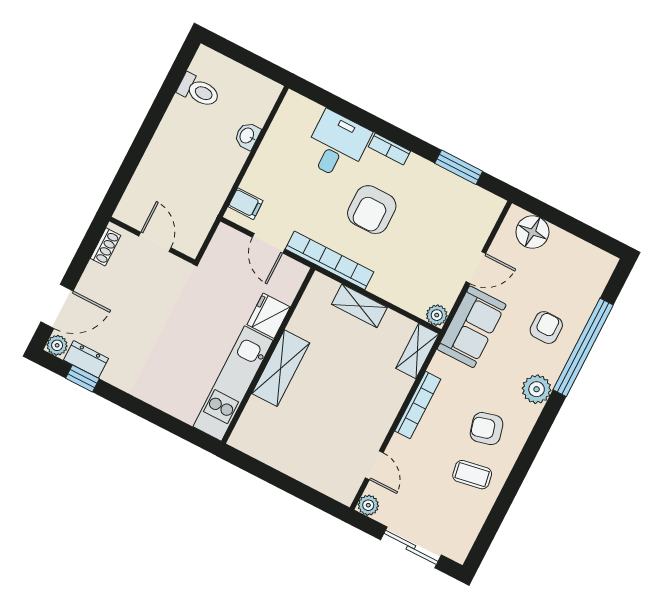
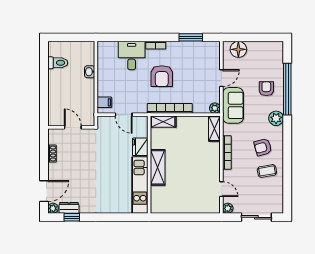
wall: (152, 240) -> (71, 127), moved
door: (155, 242) -> (73, 127), moved
bookcase: (329, 260) -> (170, 108), moved
shelving: (359, 306) -> (163, 122), moved

